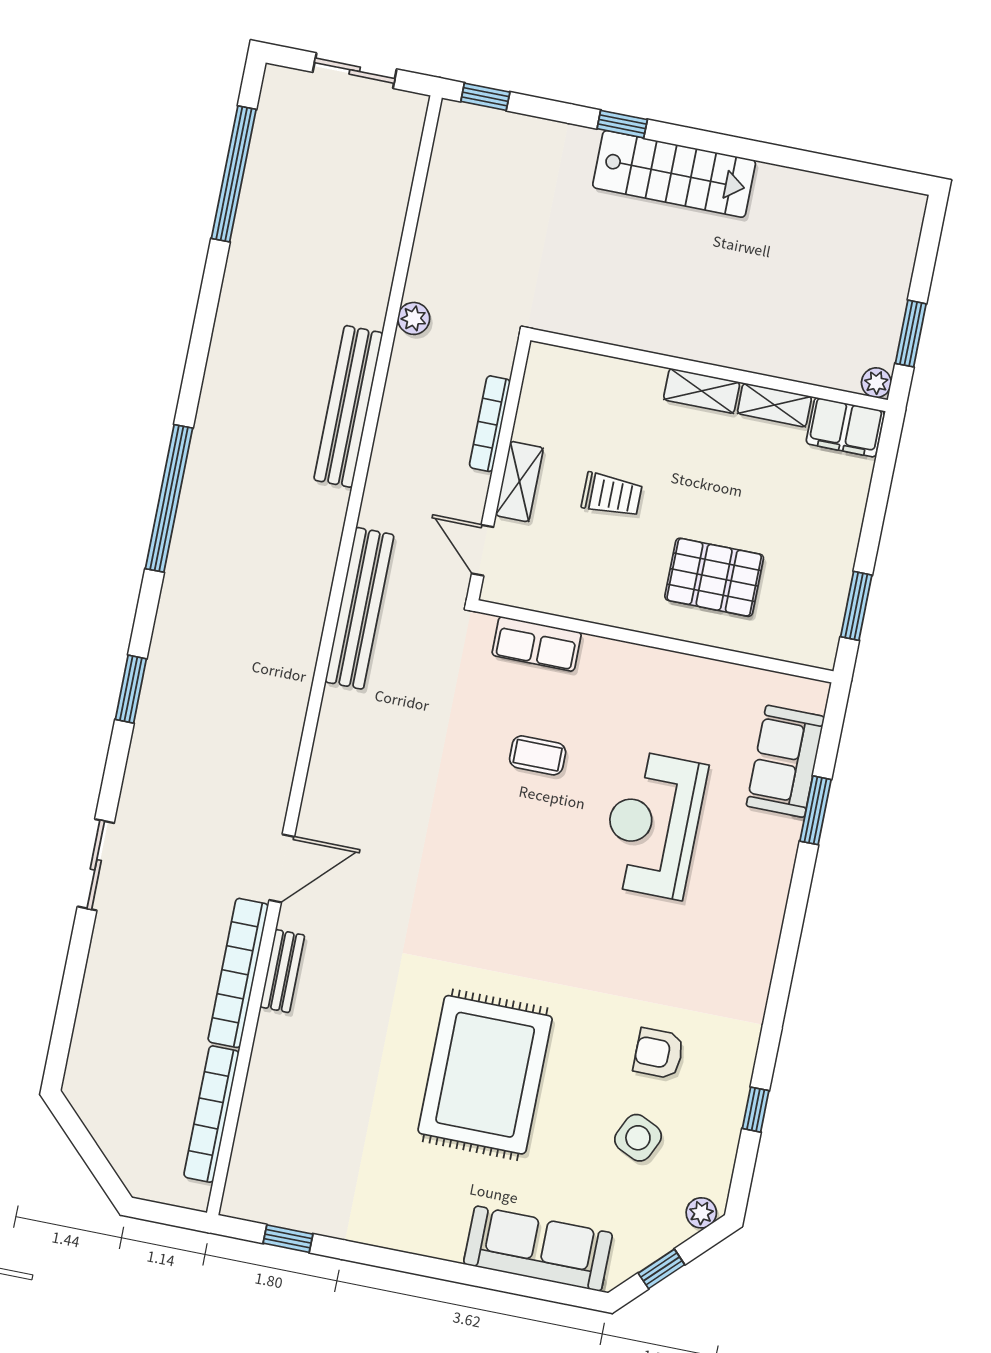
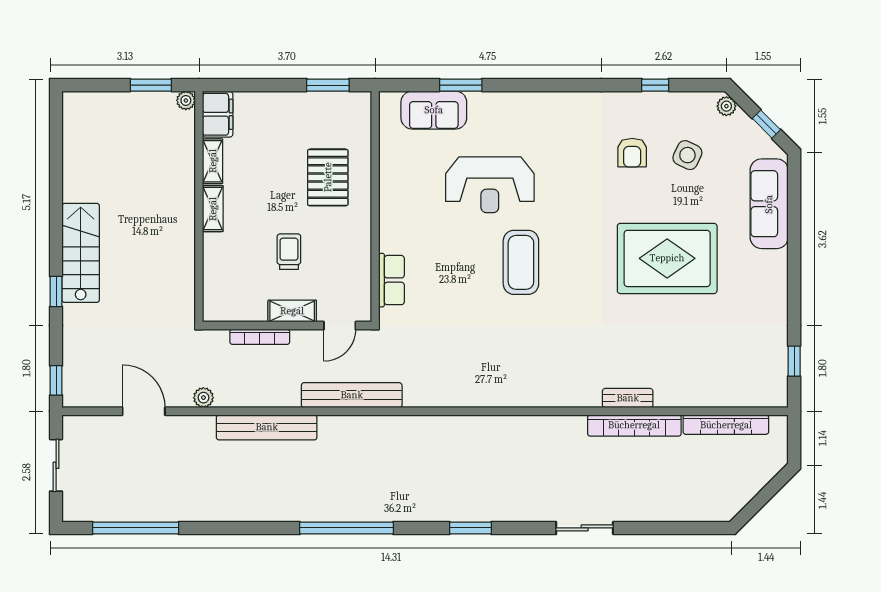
bench: (360, 608) -> (352, 395), moved
coffee table: (538, 755) -> (521, 262), moved, width x1.86, depth x1.72
door: (282, 868) -> (144, 411), moved

